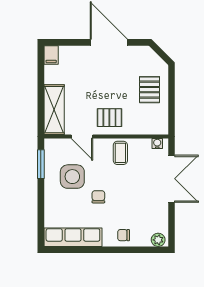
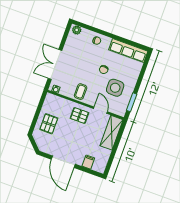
filing cabinet: (51, 55) -> (88, 162), moved

